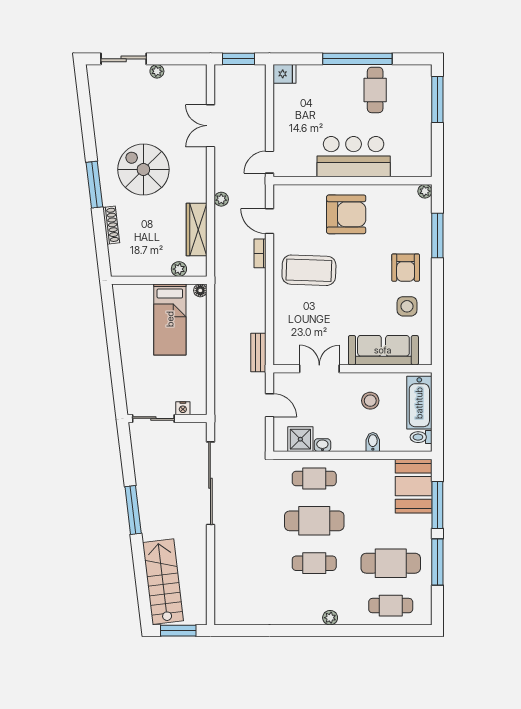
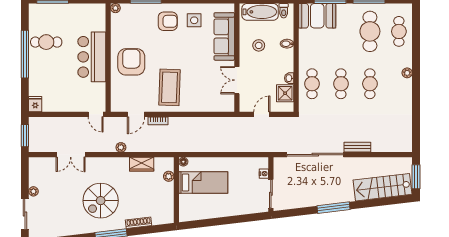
wardrobe: (197, 229) -> (142, 164), width x0.67
bench: (258, 353) -> (357, 147), moved
cafe table: (314, 521) -> (341, 84), width x0.73, depth x0.74

